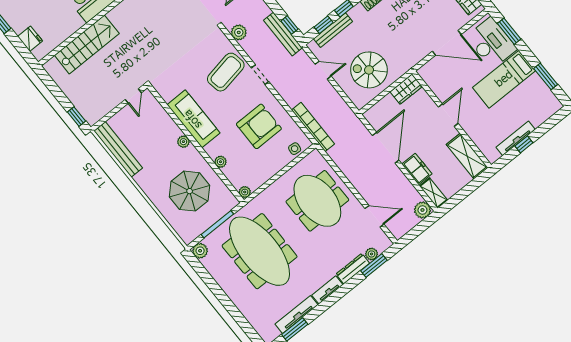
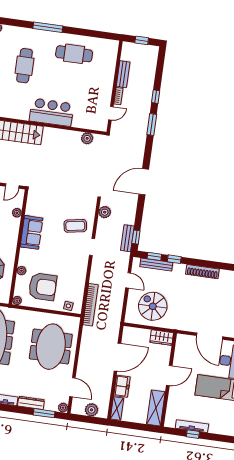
bench: (283, 34) -> (127, 238), width x0.73
coffee table: (226, 72) -> (75, 226), width x0.73, depth x0.76
sofa: (193, 119) -> (31, 232), width x0.73
armchair: (259, 126) -> (43, 287), moved
plant: (183, 142) -> (17, 213), moved
plant: (422, 210) -> (91, 410), moved
plant: (372, 254) -> (63, 408), moved

